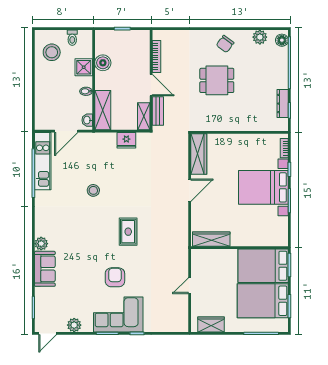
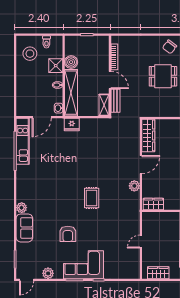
shelving: (103, 110) -> (71, 93), width x1.47
fridge: (126, 140) -> (72, 124), moved
stool: (93, 190) -> (63, 165), removed
plant: (181, 216) -> (134, 186), added
wardrobe: (211, 239) -> (153, 204), width x0.67
armchair: (115, 277) -> (68, 234), moved, turned 180

